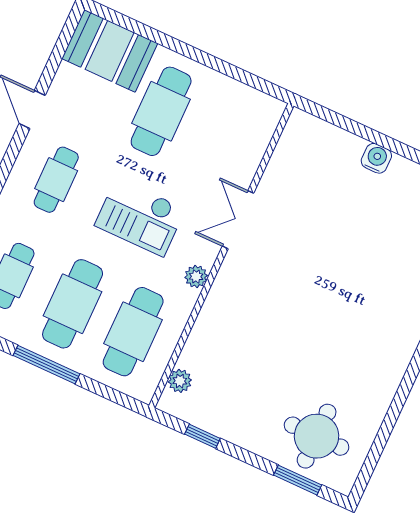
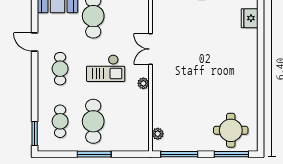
cafe table: (133, 332) -> (126, 121), removed
window: (202, 436) -> (179, 154), width x2.17
window: (298, 480) -> (231, 154), width x1.44

